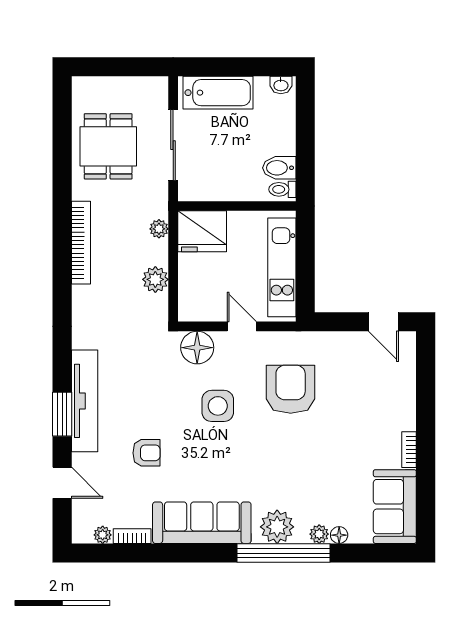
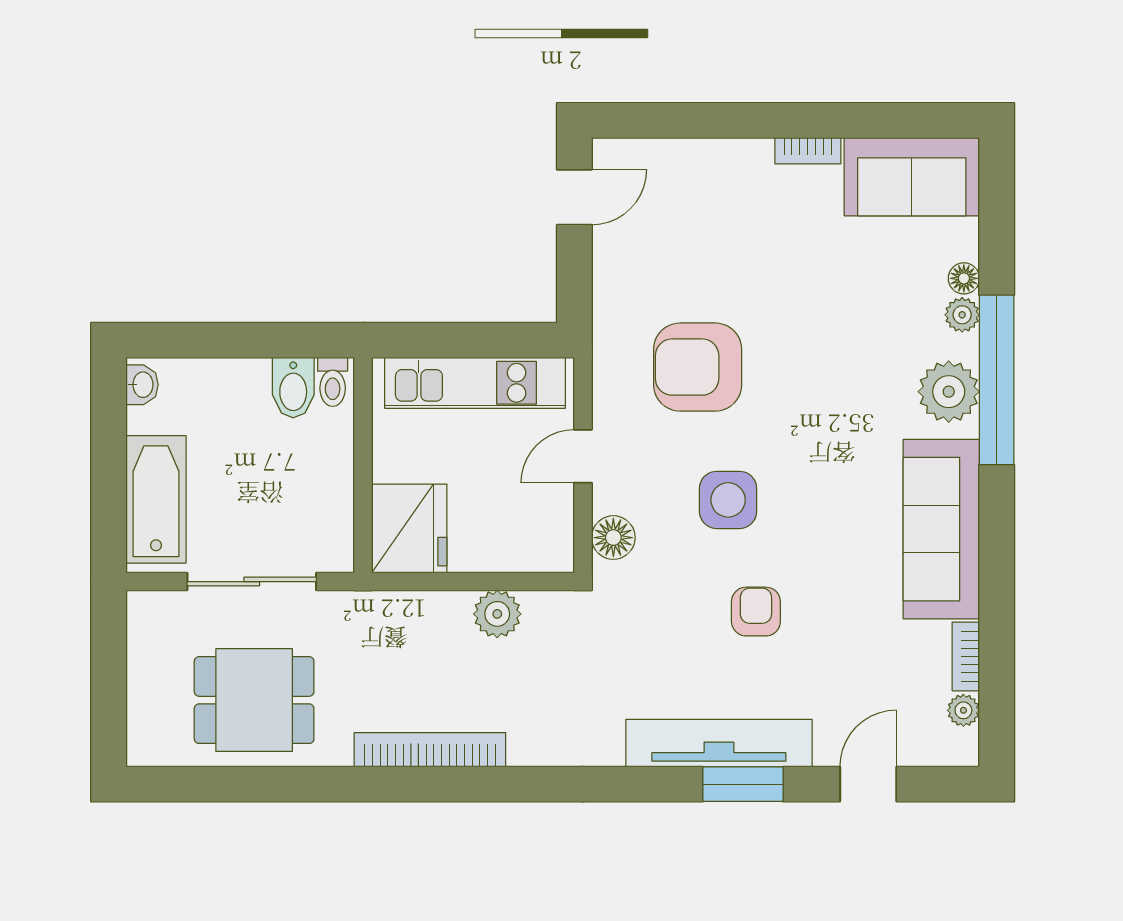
plant: (159, 229) -> (405, 607), removed
floor lamp: (197, 348) -> (613, 538), width x0.73, depth x0.73
armchair: (146, 453) -> (756, 612), moved

